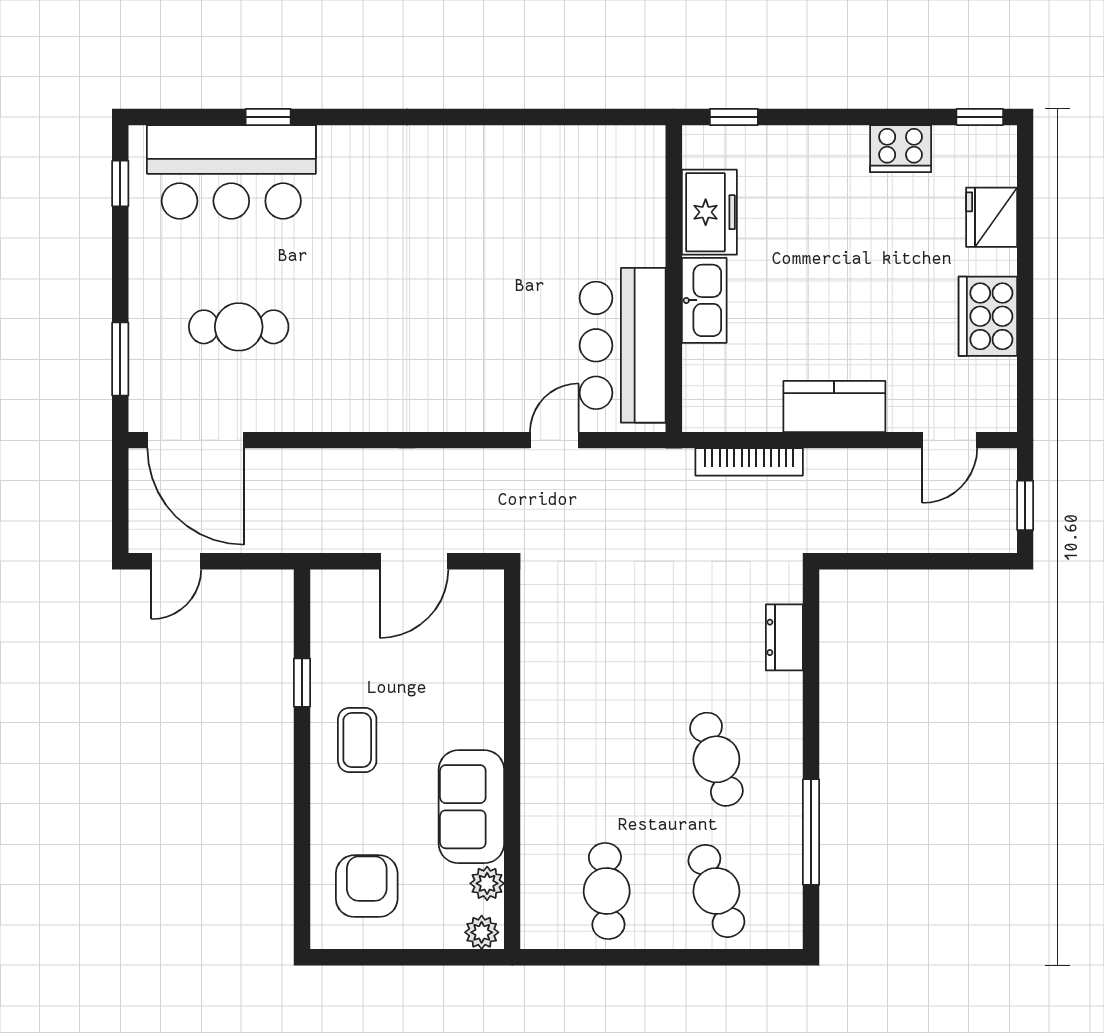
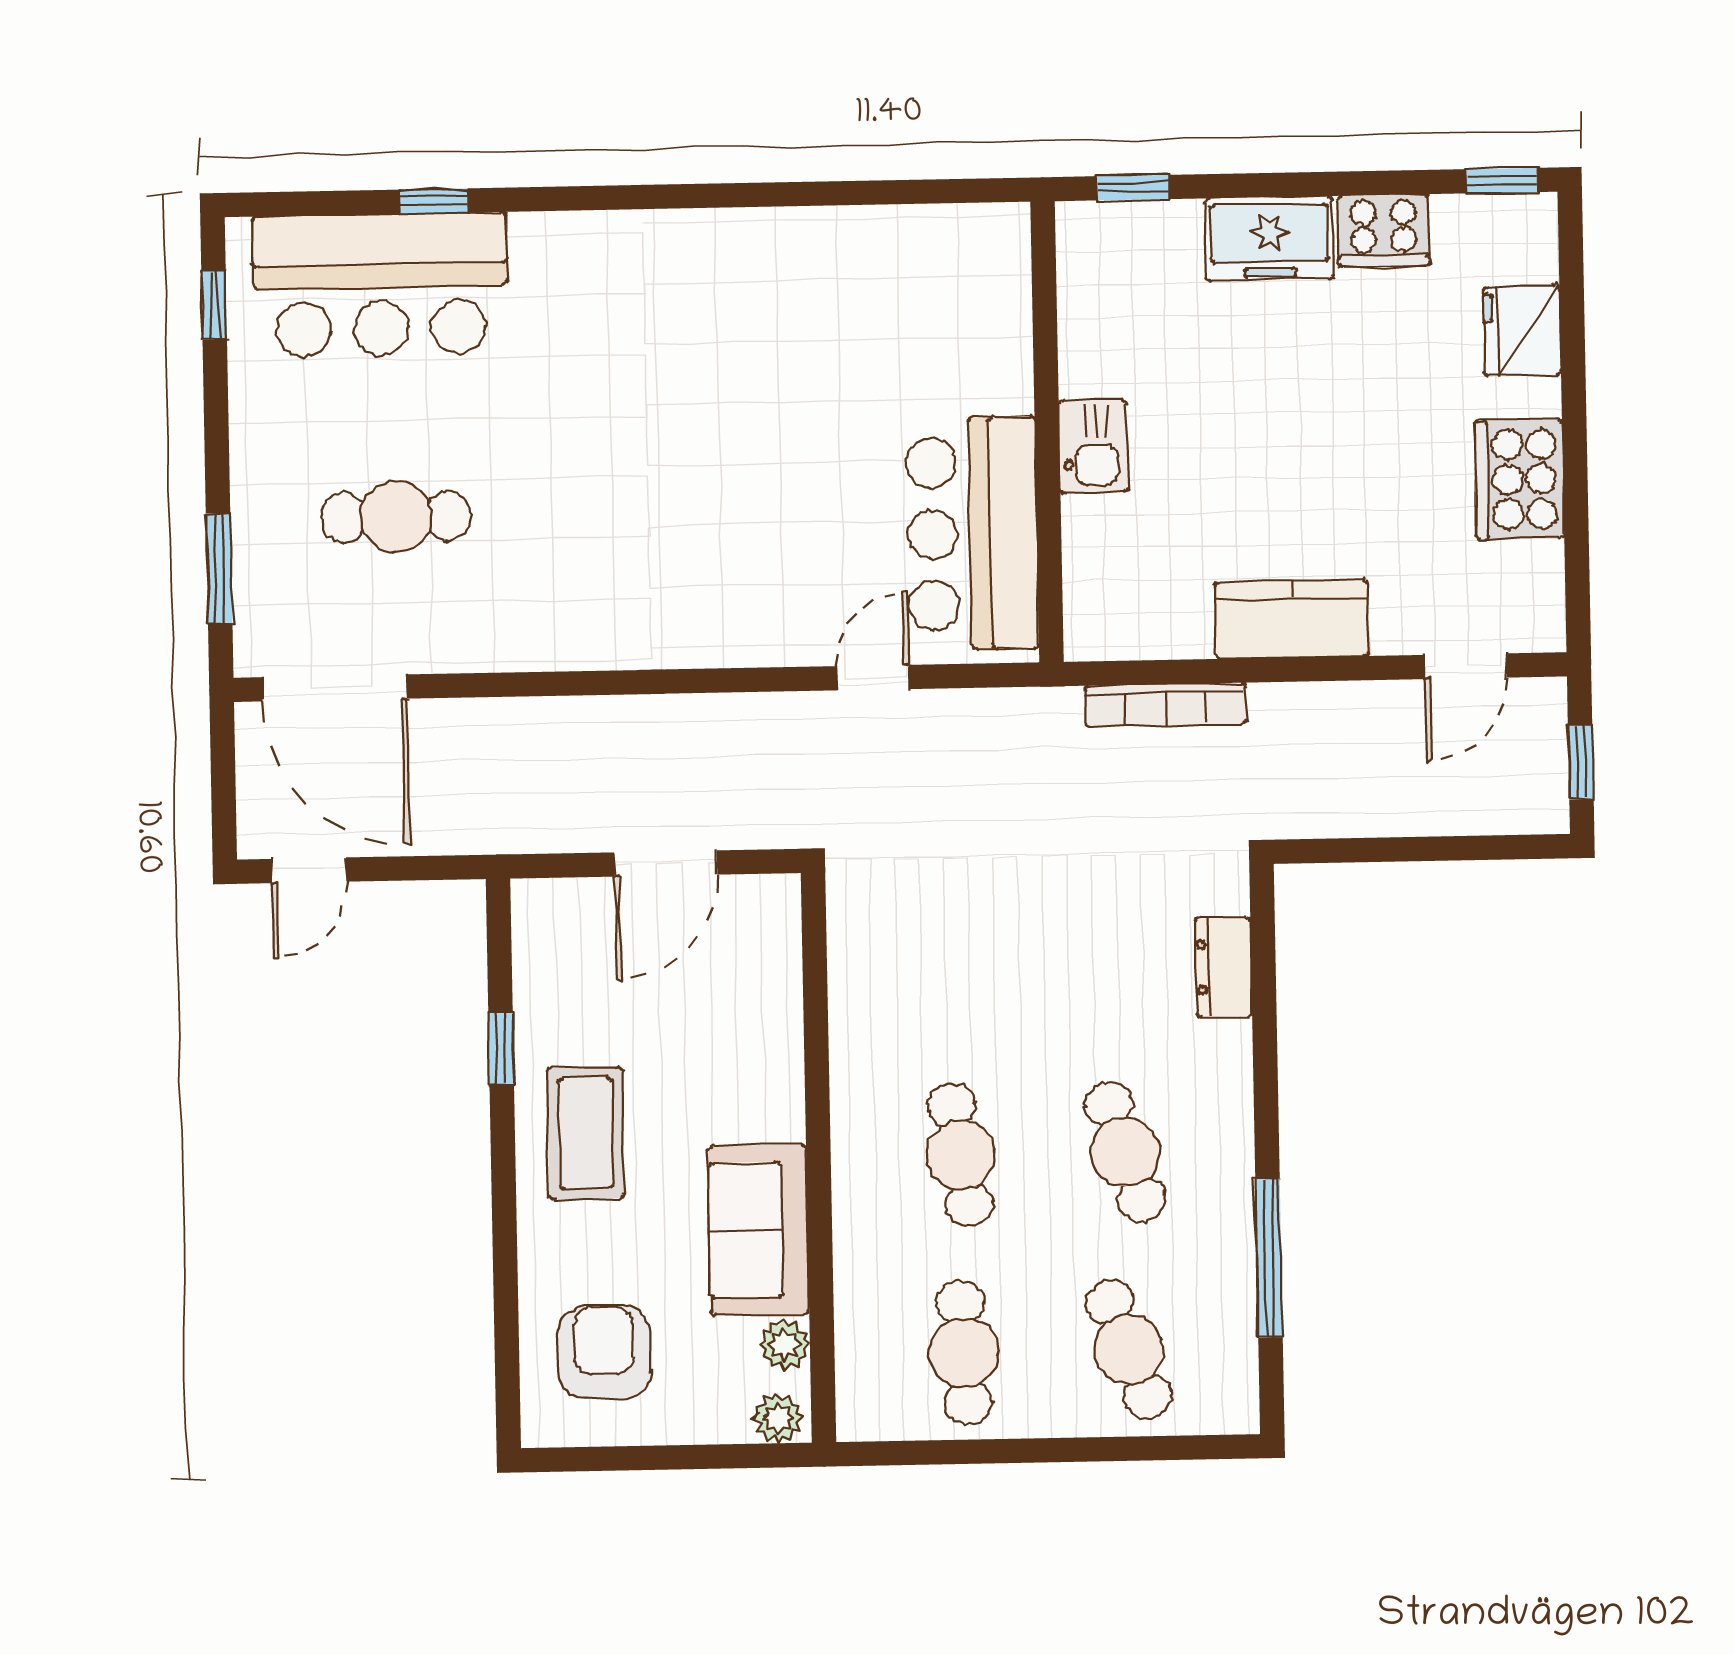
freezer: (709, 212) -> (1269, 239), moved, turned 90
kitchen sink: (704, 300) -> (1093, 446), width x0.73
coffee table: (357, 740) -> (586, 1133), width x1.36, depth x1.30
cafe table: (607, 759) -> (960, 1155), added

